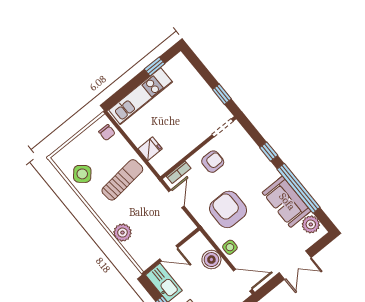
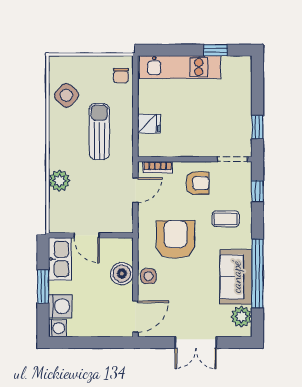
window: (269, 152) -> (257, 191), moved
coffee table: (249, 170) -> (226, 219), added
sun lounger: (122, 180) -> (99, 131), turned -84
door: (243, 280) -> (135, 317), hinge flipped

